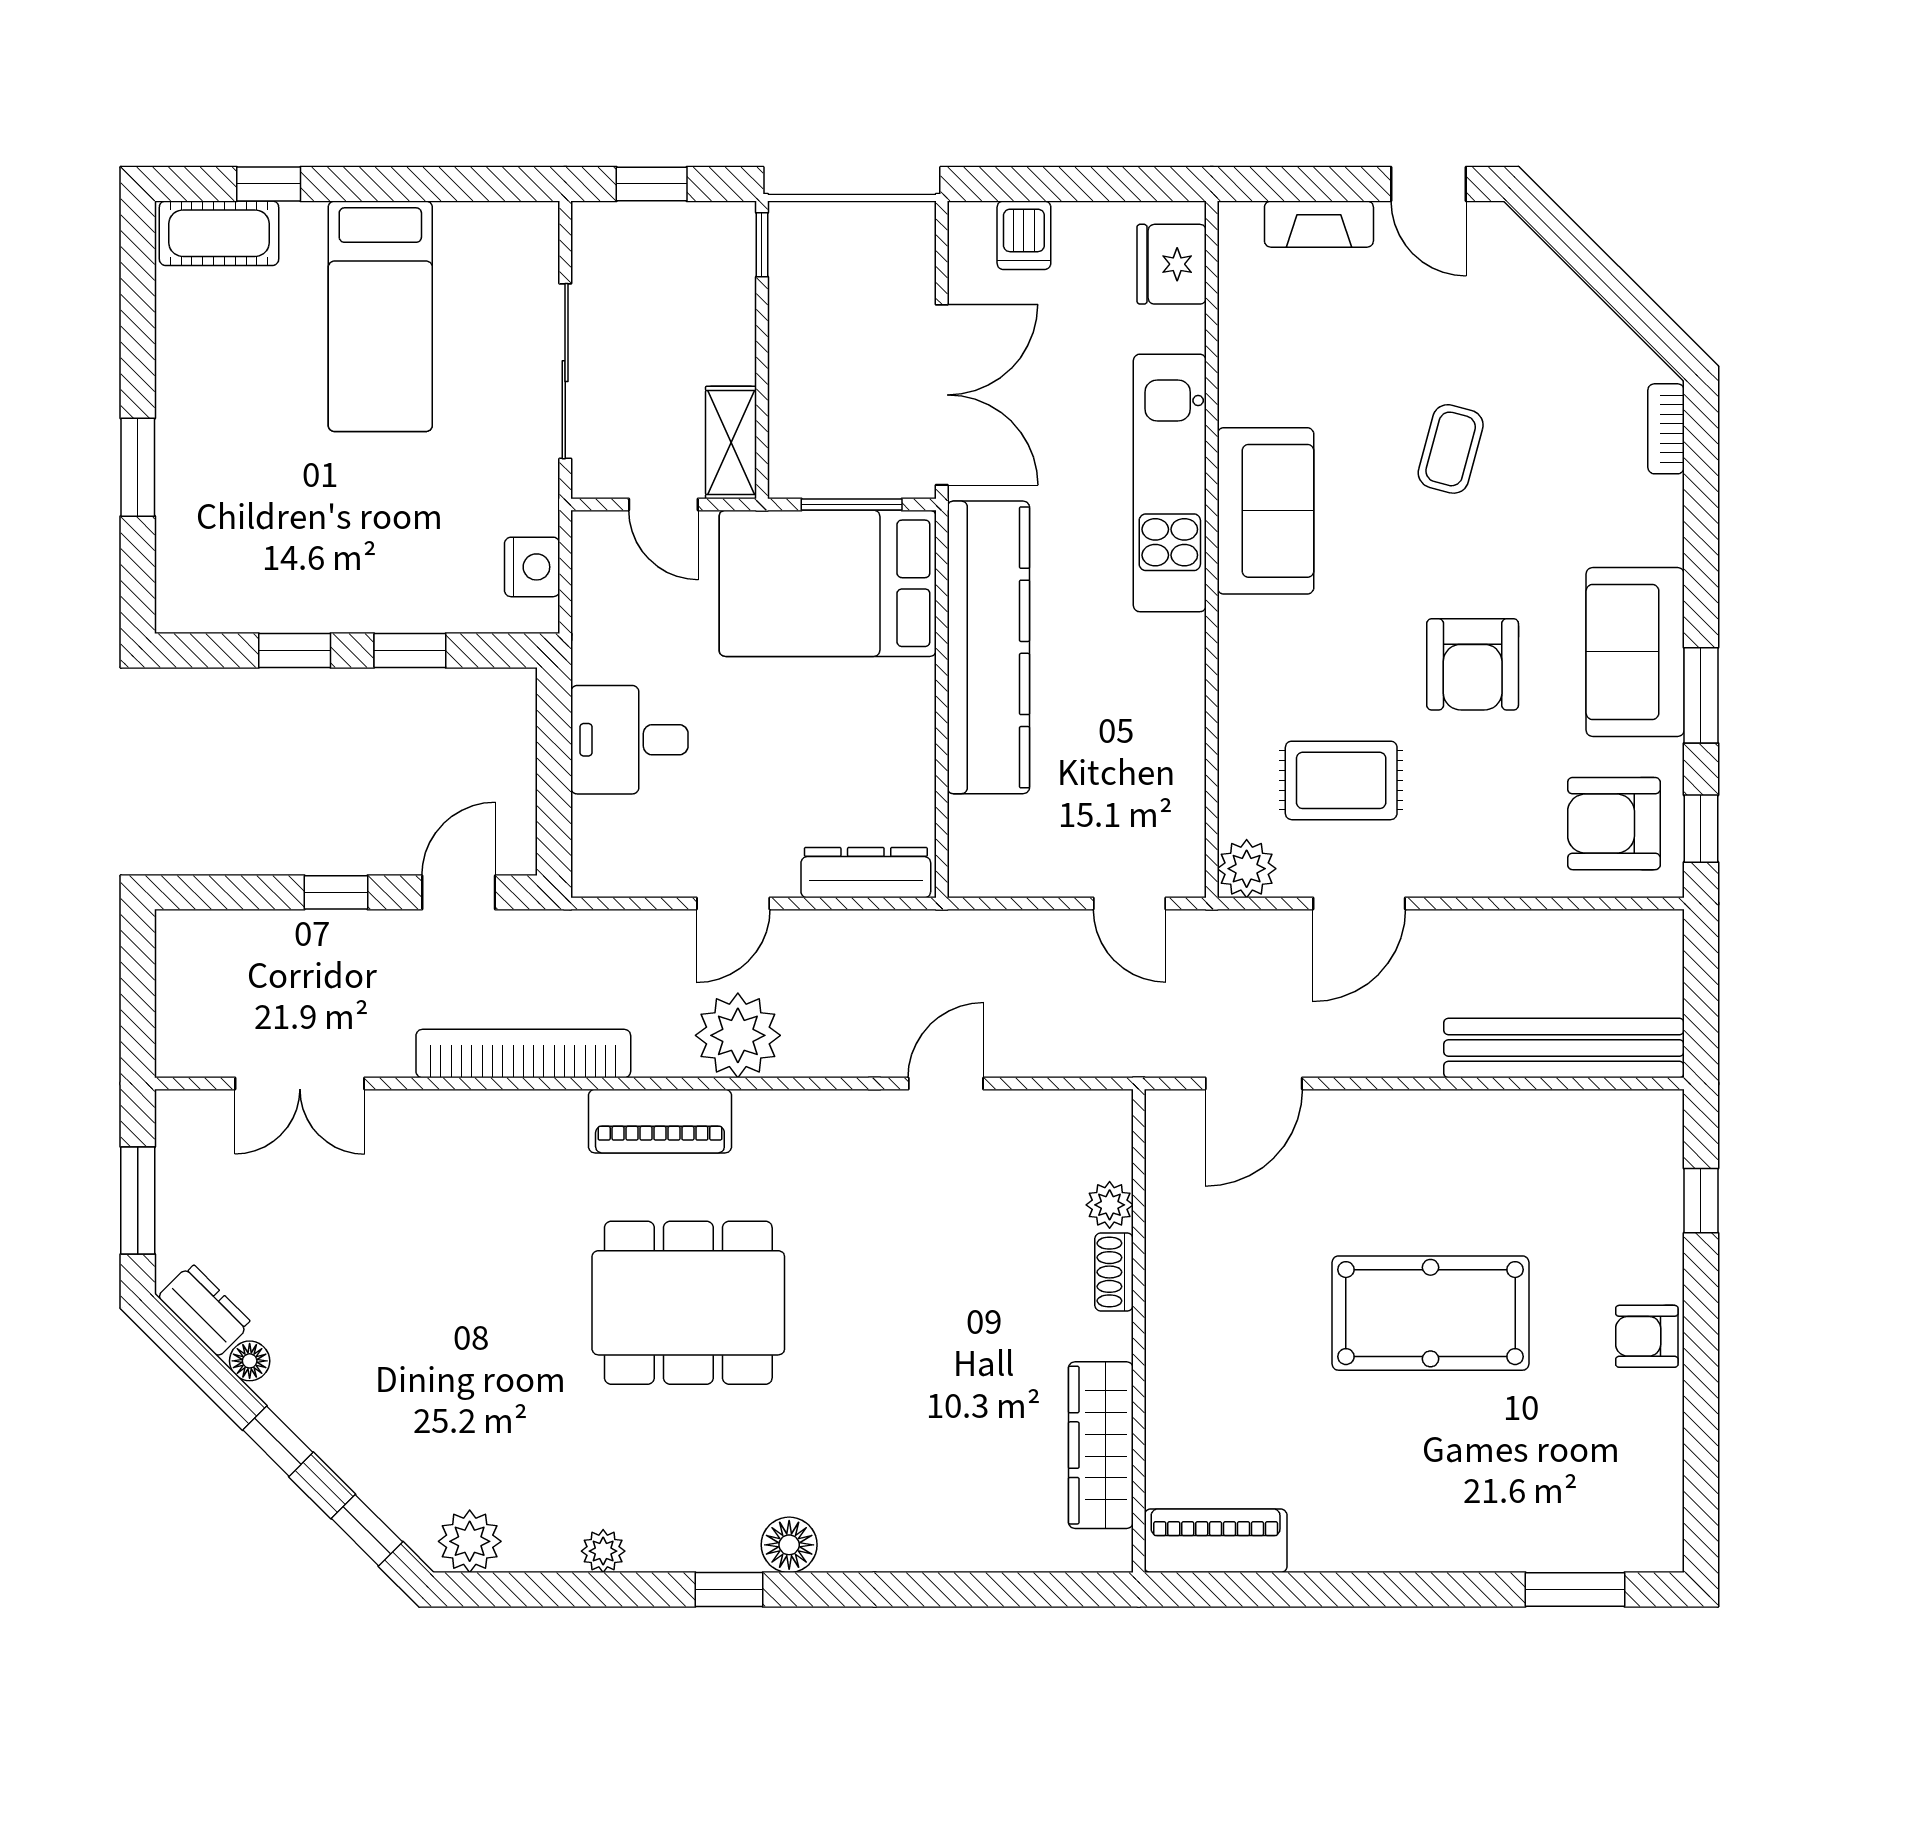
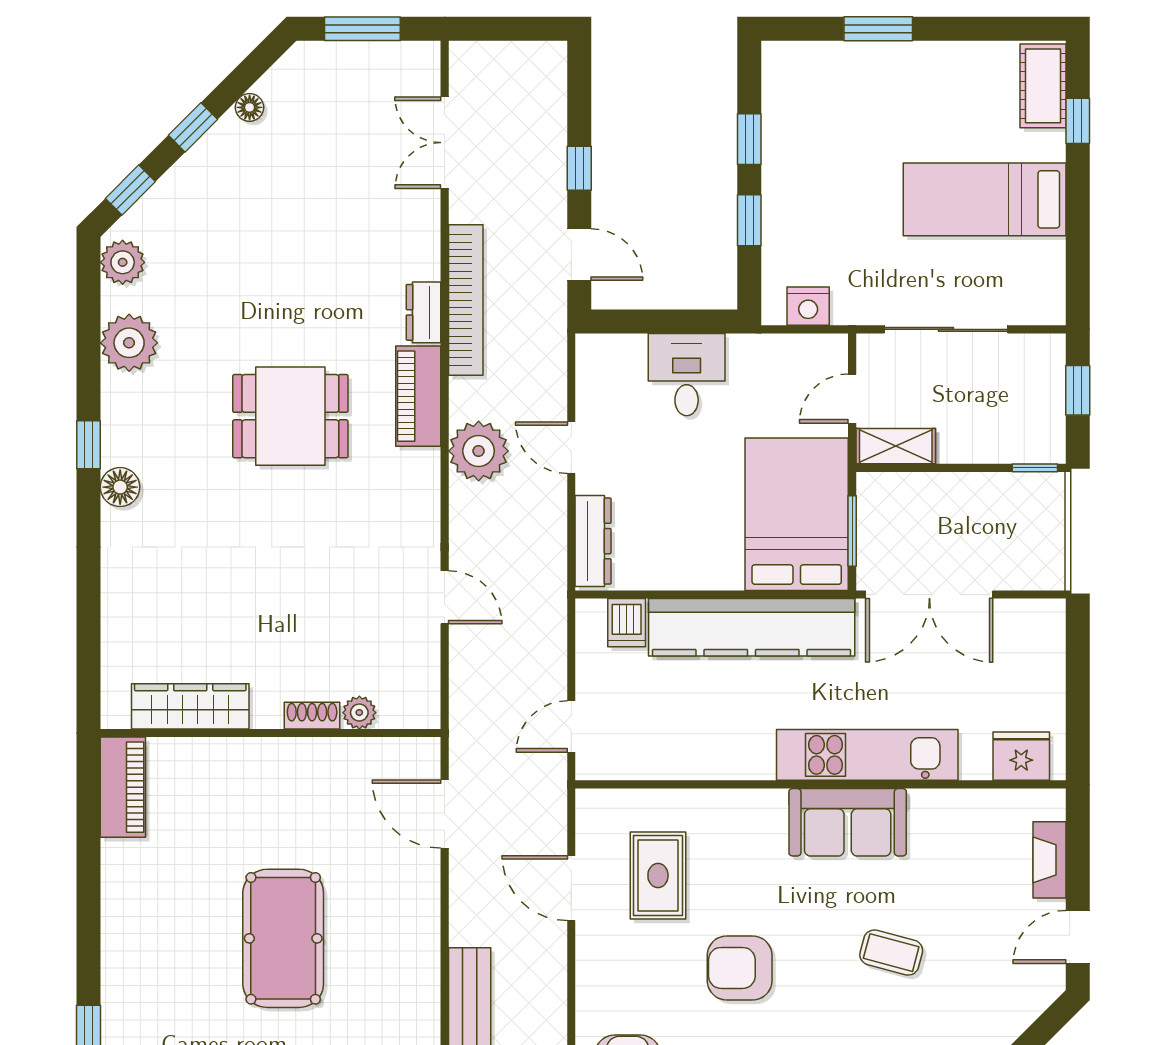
dishwasher: (1024, 235) -> (627, 623), moved, turned -90
plant: (1247, 869) -> (596, 809), removed
dining table: (688, 1303) -> (290, 416), width x0.73
dresser: (205, 1310) -> (424, 312), moved, turned 135
plant: (603, 1551) -> (129, 343), width x1.88, depth x1.88

